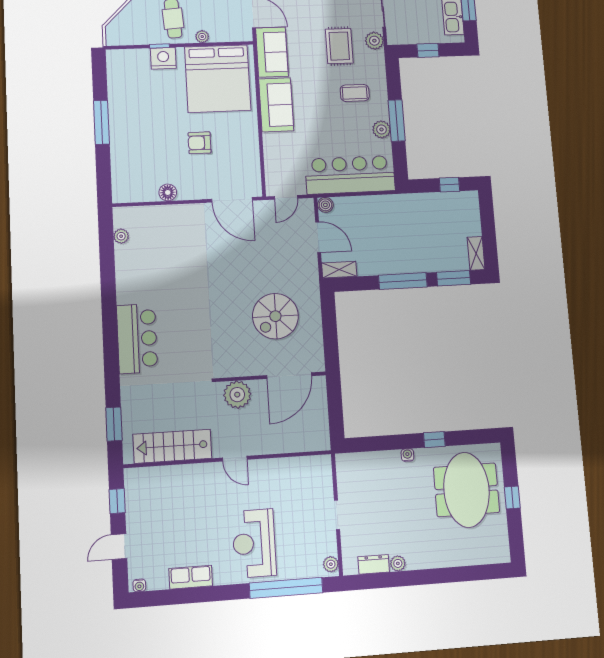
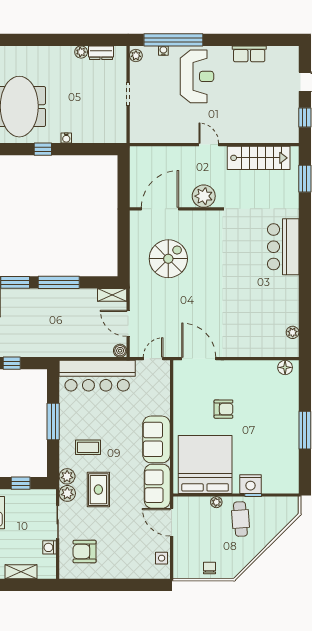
plant: (381, 129) -> (67, 476), moved
floor lamp: (168, 192) -> (285, 367), moved
water cooler: (139, 585) -> (163, 51), moved

